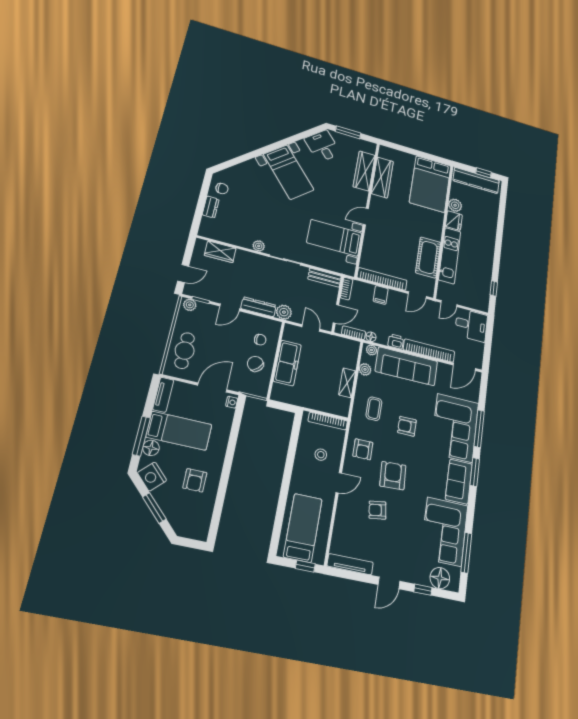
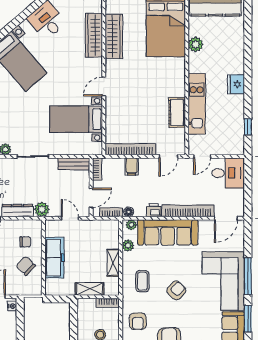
fridge: (454, 221) -> (236, 84), moved, turned 180
cot: (428, 257) -> (177, 112), width x0.73, depth x0.75
shelving: (318, 404) -> (89, 289), added
bookcase: (328, 421) -> (108, 303), width x0.64
armchair: (407, 426) -> (176, 290), turned 133

